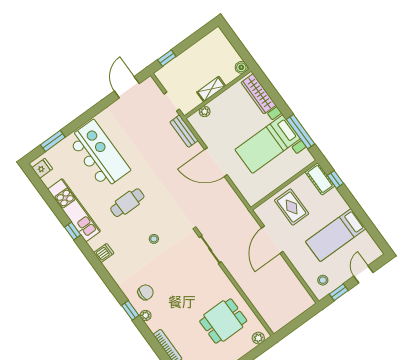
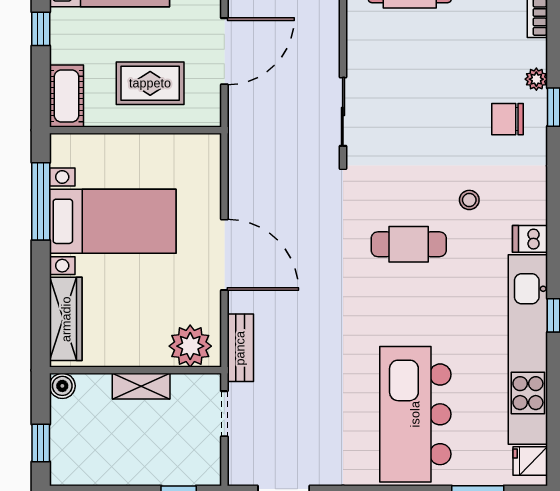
window: (234, 40) -> (41, 443), added
plant: (205, 111) -> (190, 346), width x1.87, depth x1.87
window: (335, 179) -> (41, 29), moved
cafe table: (127, 203) -> (409, 244), moved
rug: (292, 207) -> (150, 83), turned 90
kitchen unit: (74, 210) -> (528, 349), width x1.36
stool: (154, 239) -> (469, 200), moved

